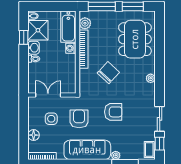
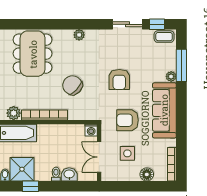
dining table: (135, 39) -> (33, 54), turned 90
washbasin: (34, 48) -> (69, 174), moved
washing machine: (71, 48) -> (91, 130), moved
armchair: (113, 112) -> (119, 79), turned 180

